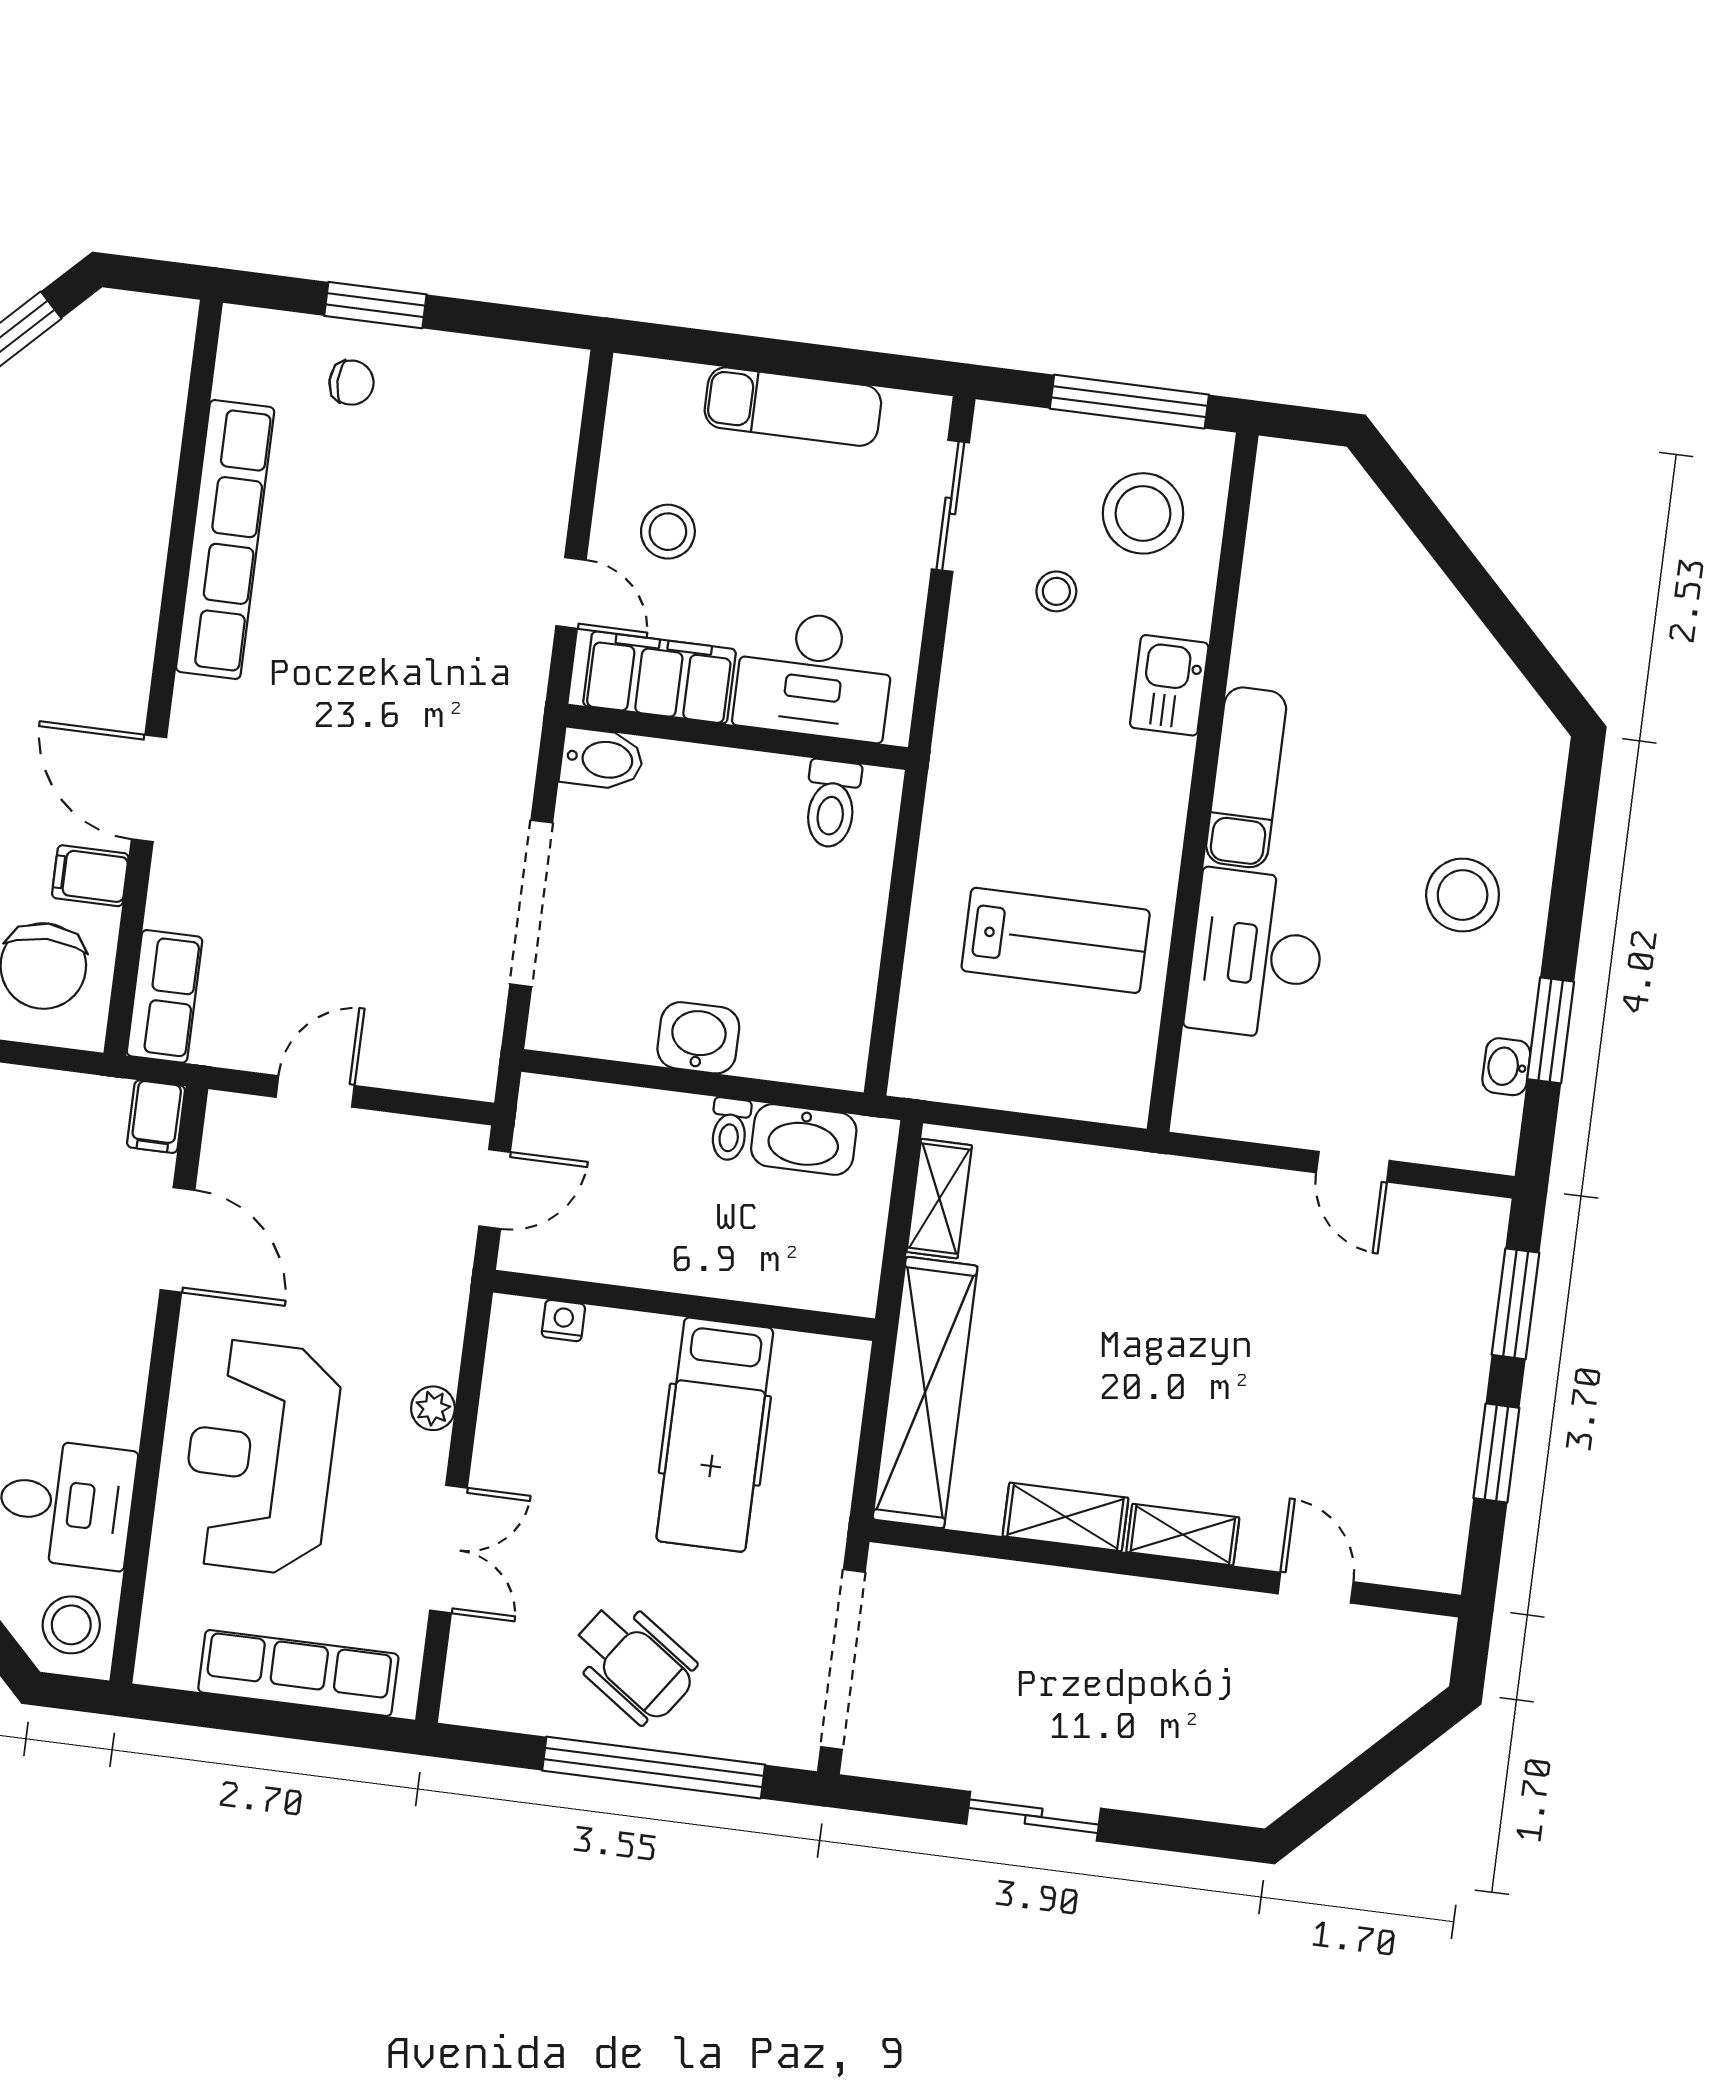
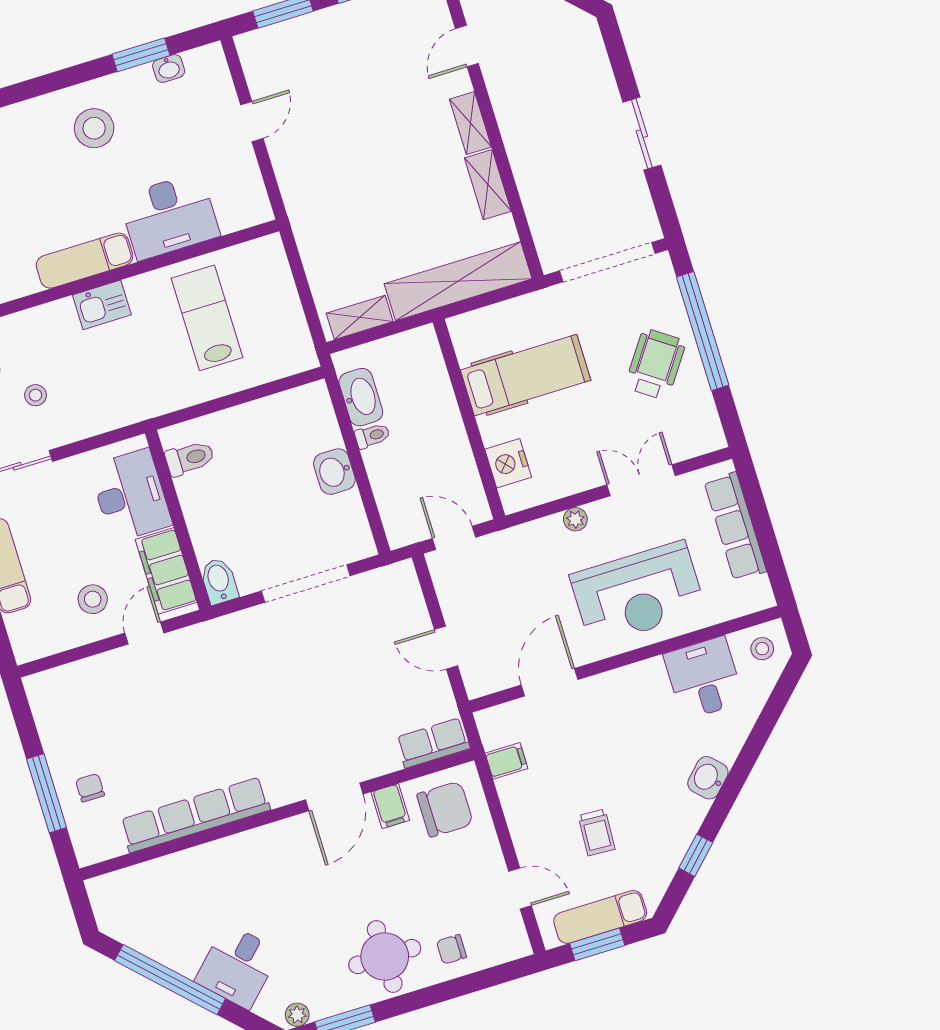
window: (375, 305) -> (47, 793), width x1.44
kitchen sink: (1169, 685) -> (102, 305), moved
filing cabinet: (156, 1117) -> (506, 761), moved
nightstand: (563, 1321) -> (508, 463), width x1.89, depth x1.79
stool: (71, 1625) -> (762, 649), width x0.73, depth x0.73

